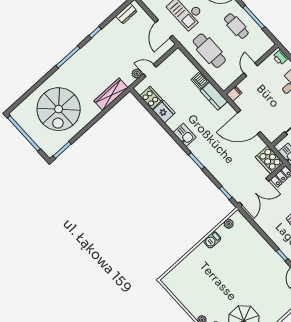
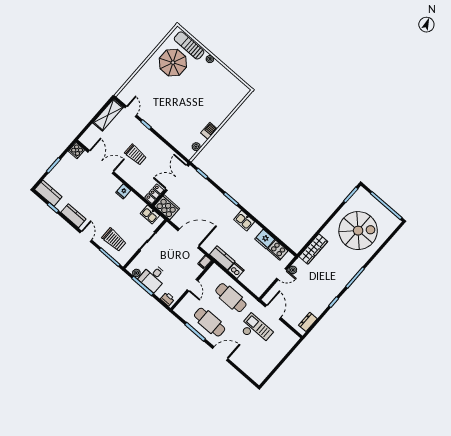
cafe table: (236, 26) -> (210, 322), width x1.37, depth x1.35
spiral stairs: (59, 109) -> (358, 231), turned 90

